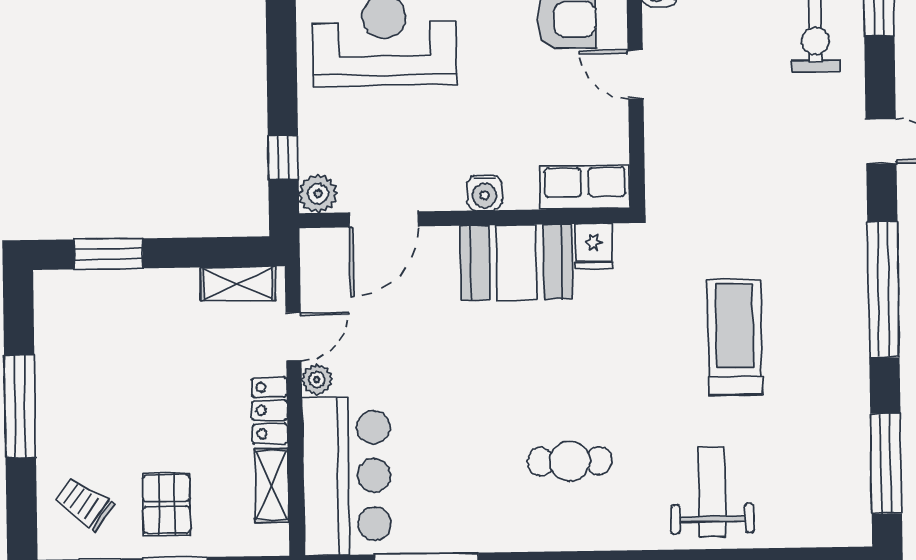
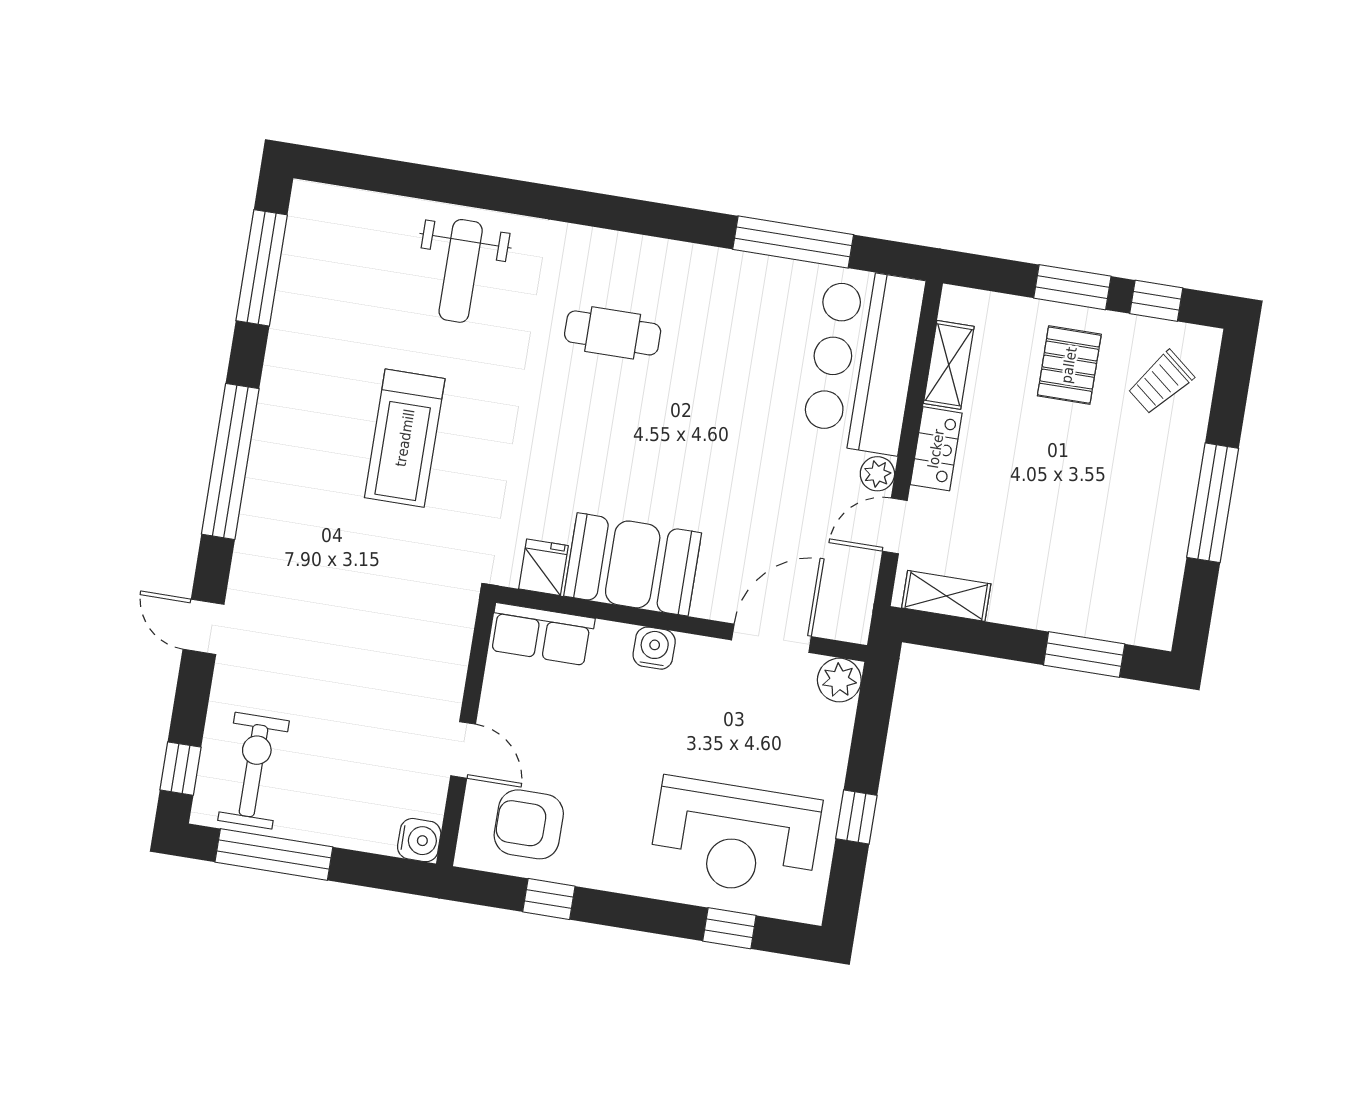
window: (283, 158) -> (856, 817), moved
trolley: (84, 503) -> (1161, 382), turned 93

